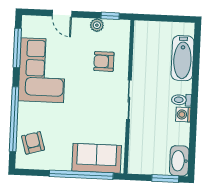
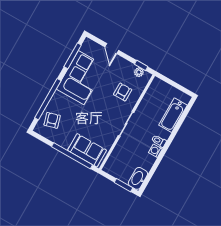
plant: (97, 25) -> (139, 72), moved
armchair: (104, 61) -> (123, 92), turned 90

